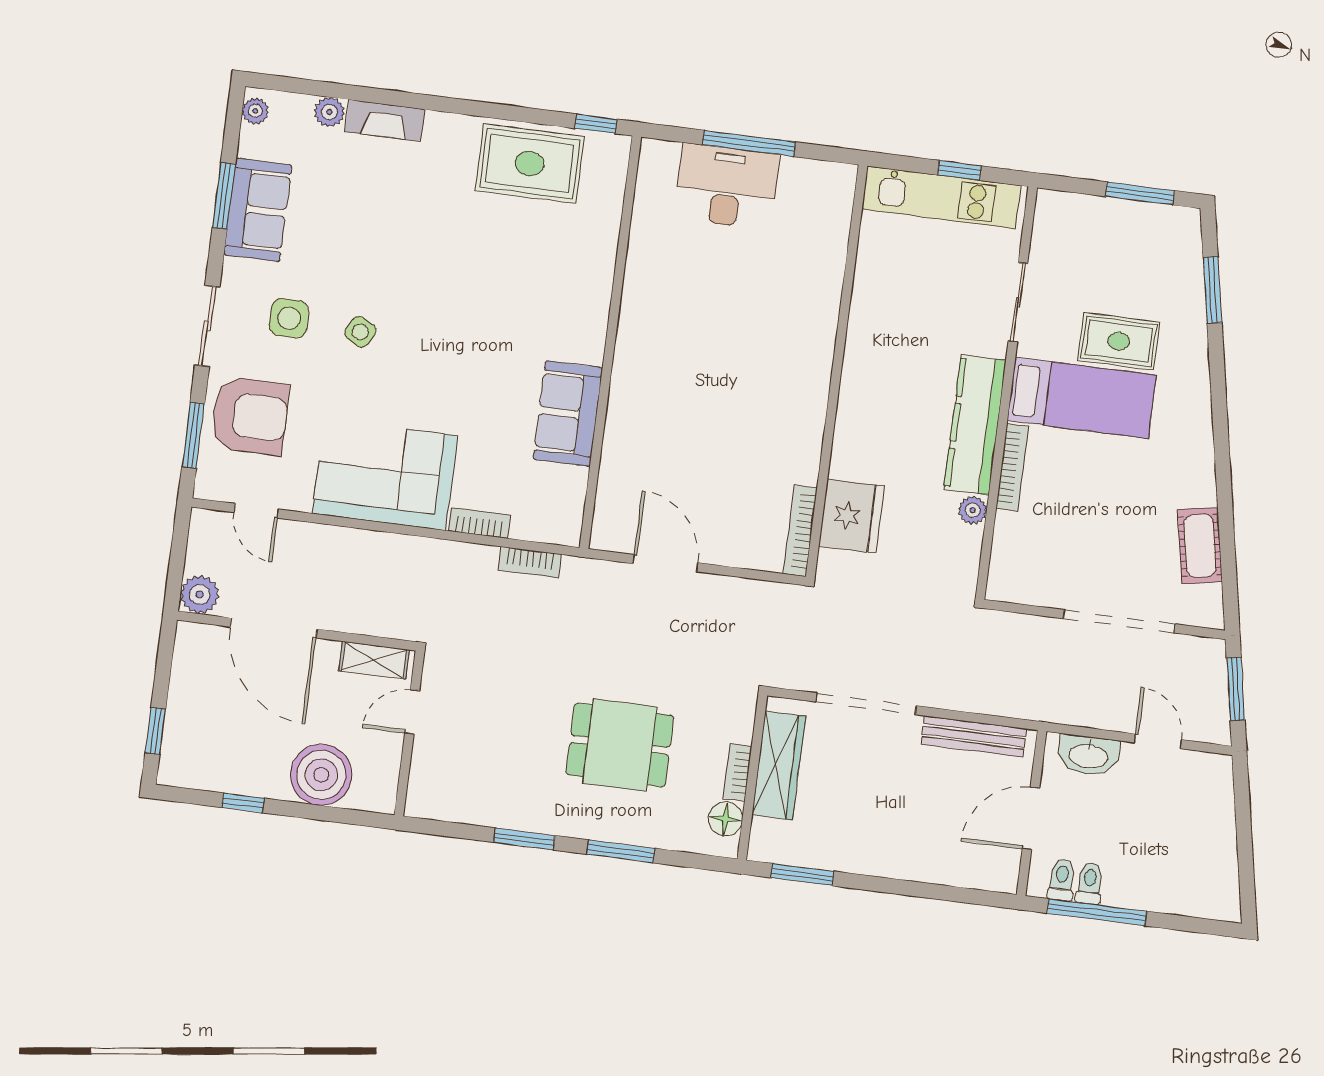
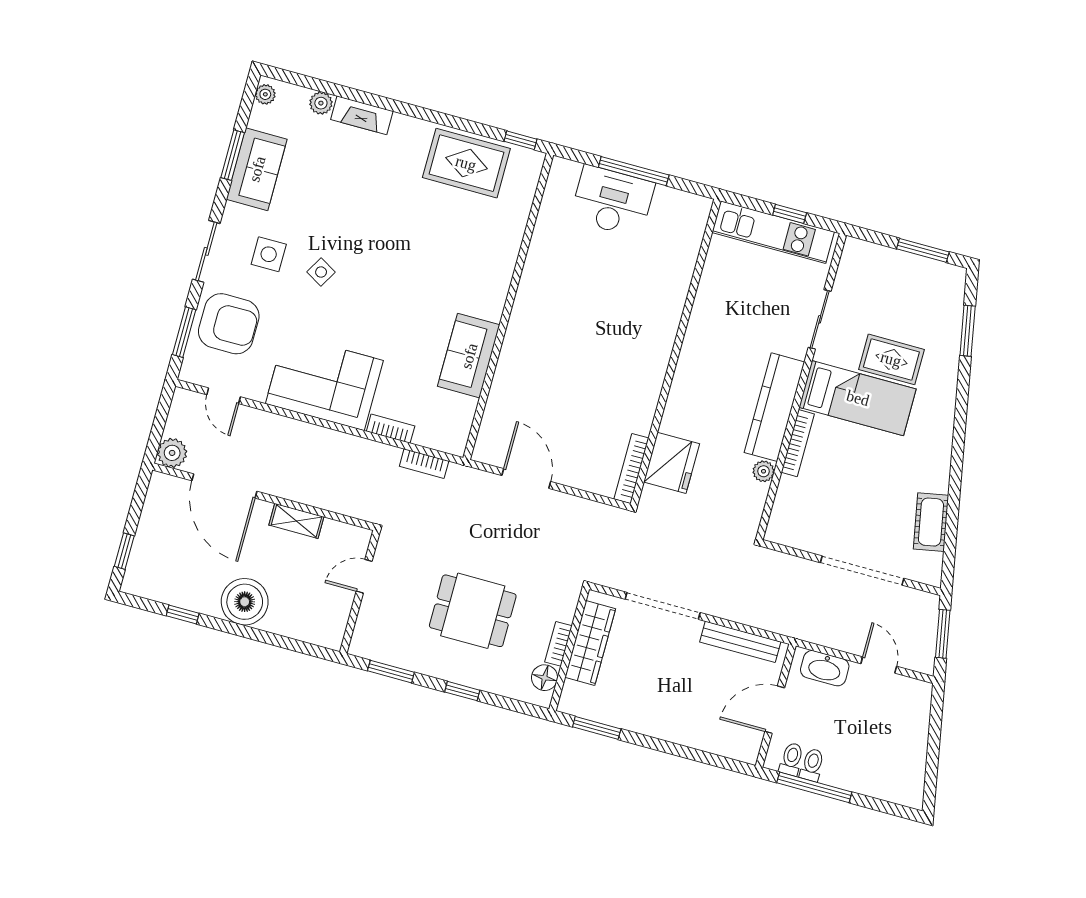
door: (412, 712) -> (364, 576), moved
wall: (409, 733) -> (360, 592), moved
window: (621, 851) -> (462, 691), width x0.67

